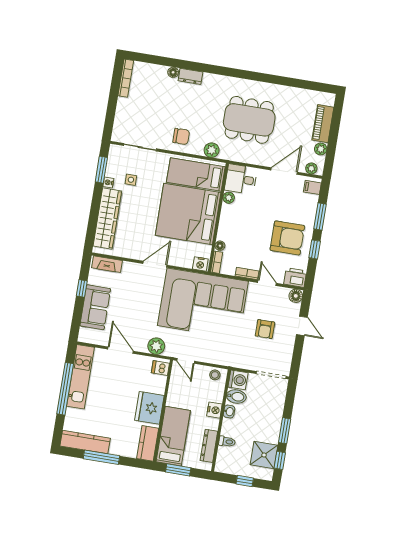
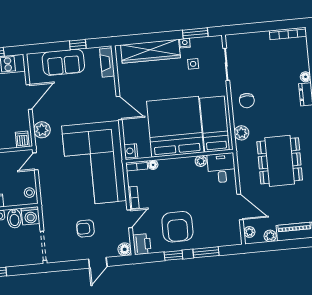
filing cabinet: (312, 187) -> (232, 238), removed

